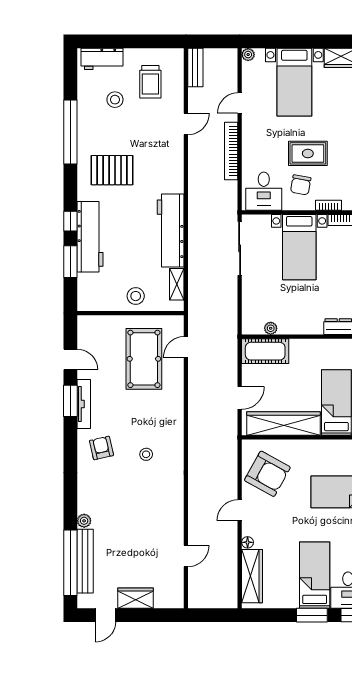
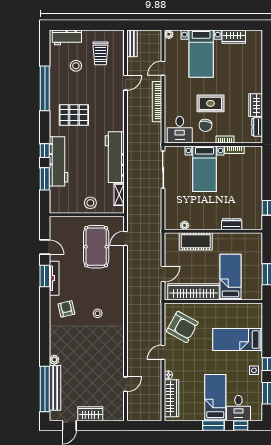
cot: (265, 351) -> (196, 241), moved

